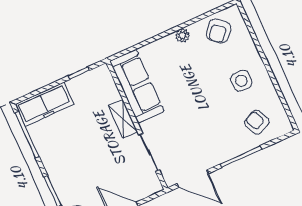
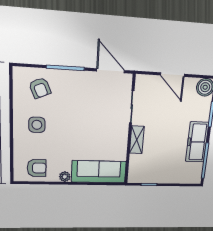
armchair: (218, 31) -> (37, 168), turned 49
sofa: (137, 86) -> (99, 172), moved, turned 90
freezer: (44, 104) -> (197, 142), moved, turned -90

